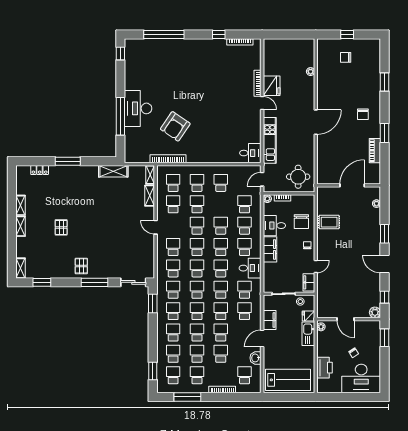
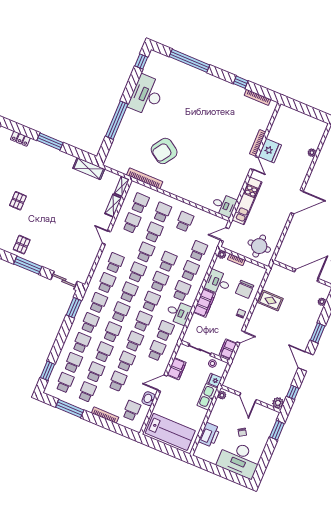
desk: (138, 108) -> (147, 95), moved

